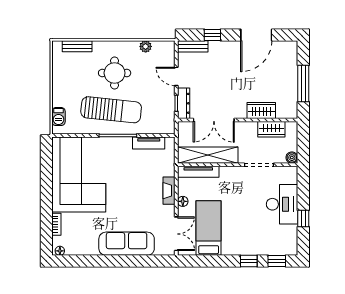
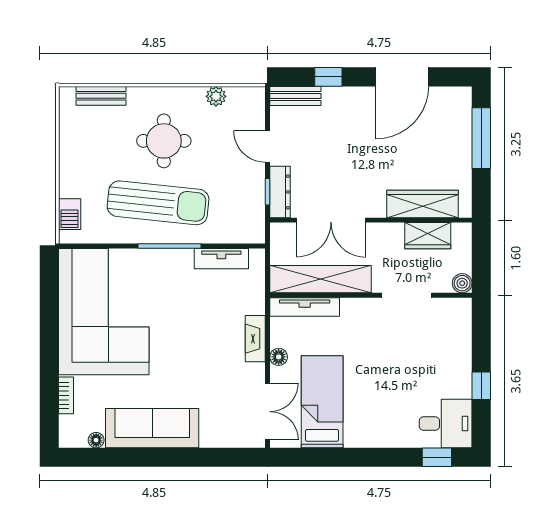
window: (303, 83) -> (481, 138), moved
wardrobe: (261, 110) -> (423, 204), width x1.50
desk: (282, 204) -> (446, 424), moved, width x0.73
sofa: (127, 244) -> (152, 428), moved
floor lamp: (60, 251) -> (96, 440), moved
window: (249, 261) -> (390, 457), removed

